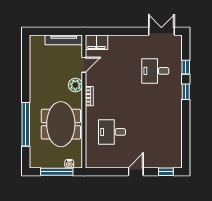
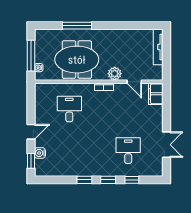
double door: (161, 31) -> (167, 145), moved
tv unit: (64, 40) -> (158, 47), moved
window: (186, 116) -> (84, 180), added
window: (26, 124) -> (77, 26), width x0.68
water cooler: (158, 162) -> (40, 153), added
door: (136, 172) -> (31, 132), hinge flipped

